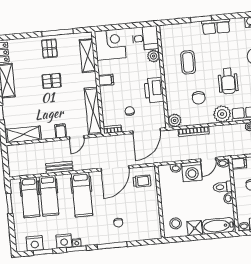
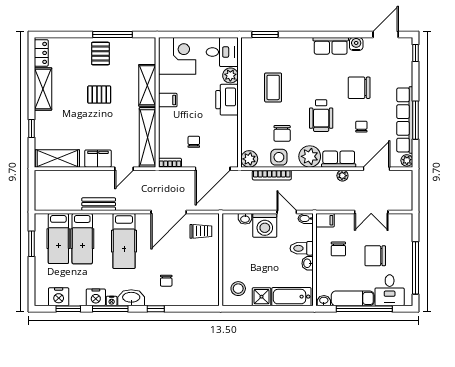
window: (201, 19) -> (265, 34), moved
row of seats: (216, 27) -> (331, 46), moved
shelving: (87, 56) -> (147, 85), moved
printer: (154, 90) -> (227, 100), moved
side table: (198, 117) -> (279, 157), added
filing cabinet: (61, 131) -> (98, 159), width x2.00
door: (208, 159) -> (287, 212), swing flipped
washbasin: (92, 239) -> (131, 298), added
window: (112, 245) -> (156, 309), width x0.46
window: (76, 249) -> (110, 309), width x1.44

